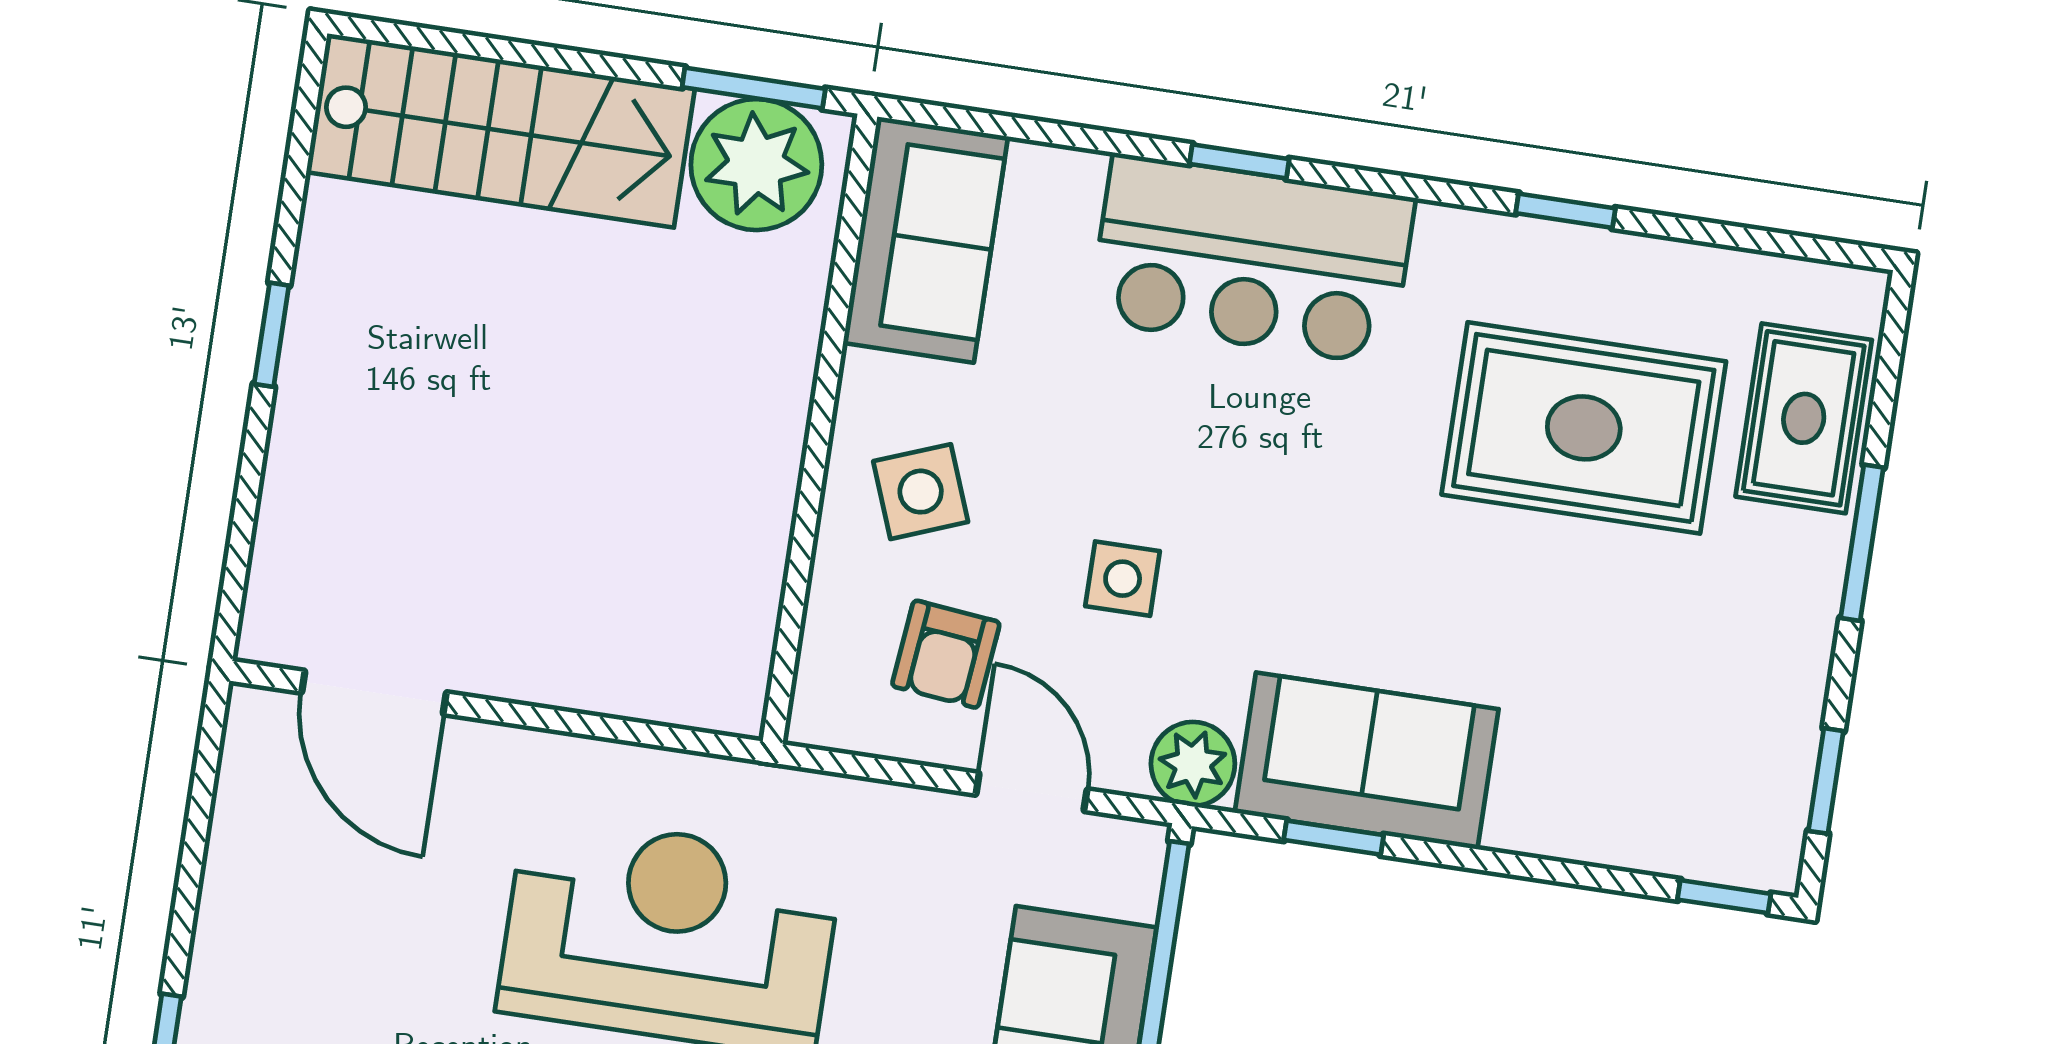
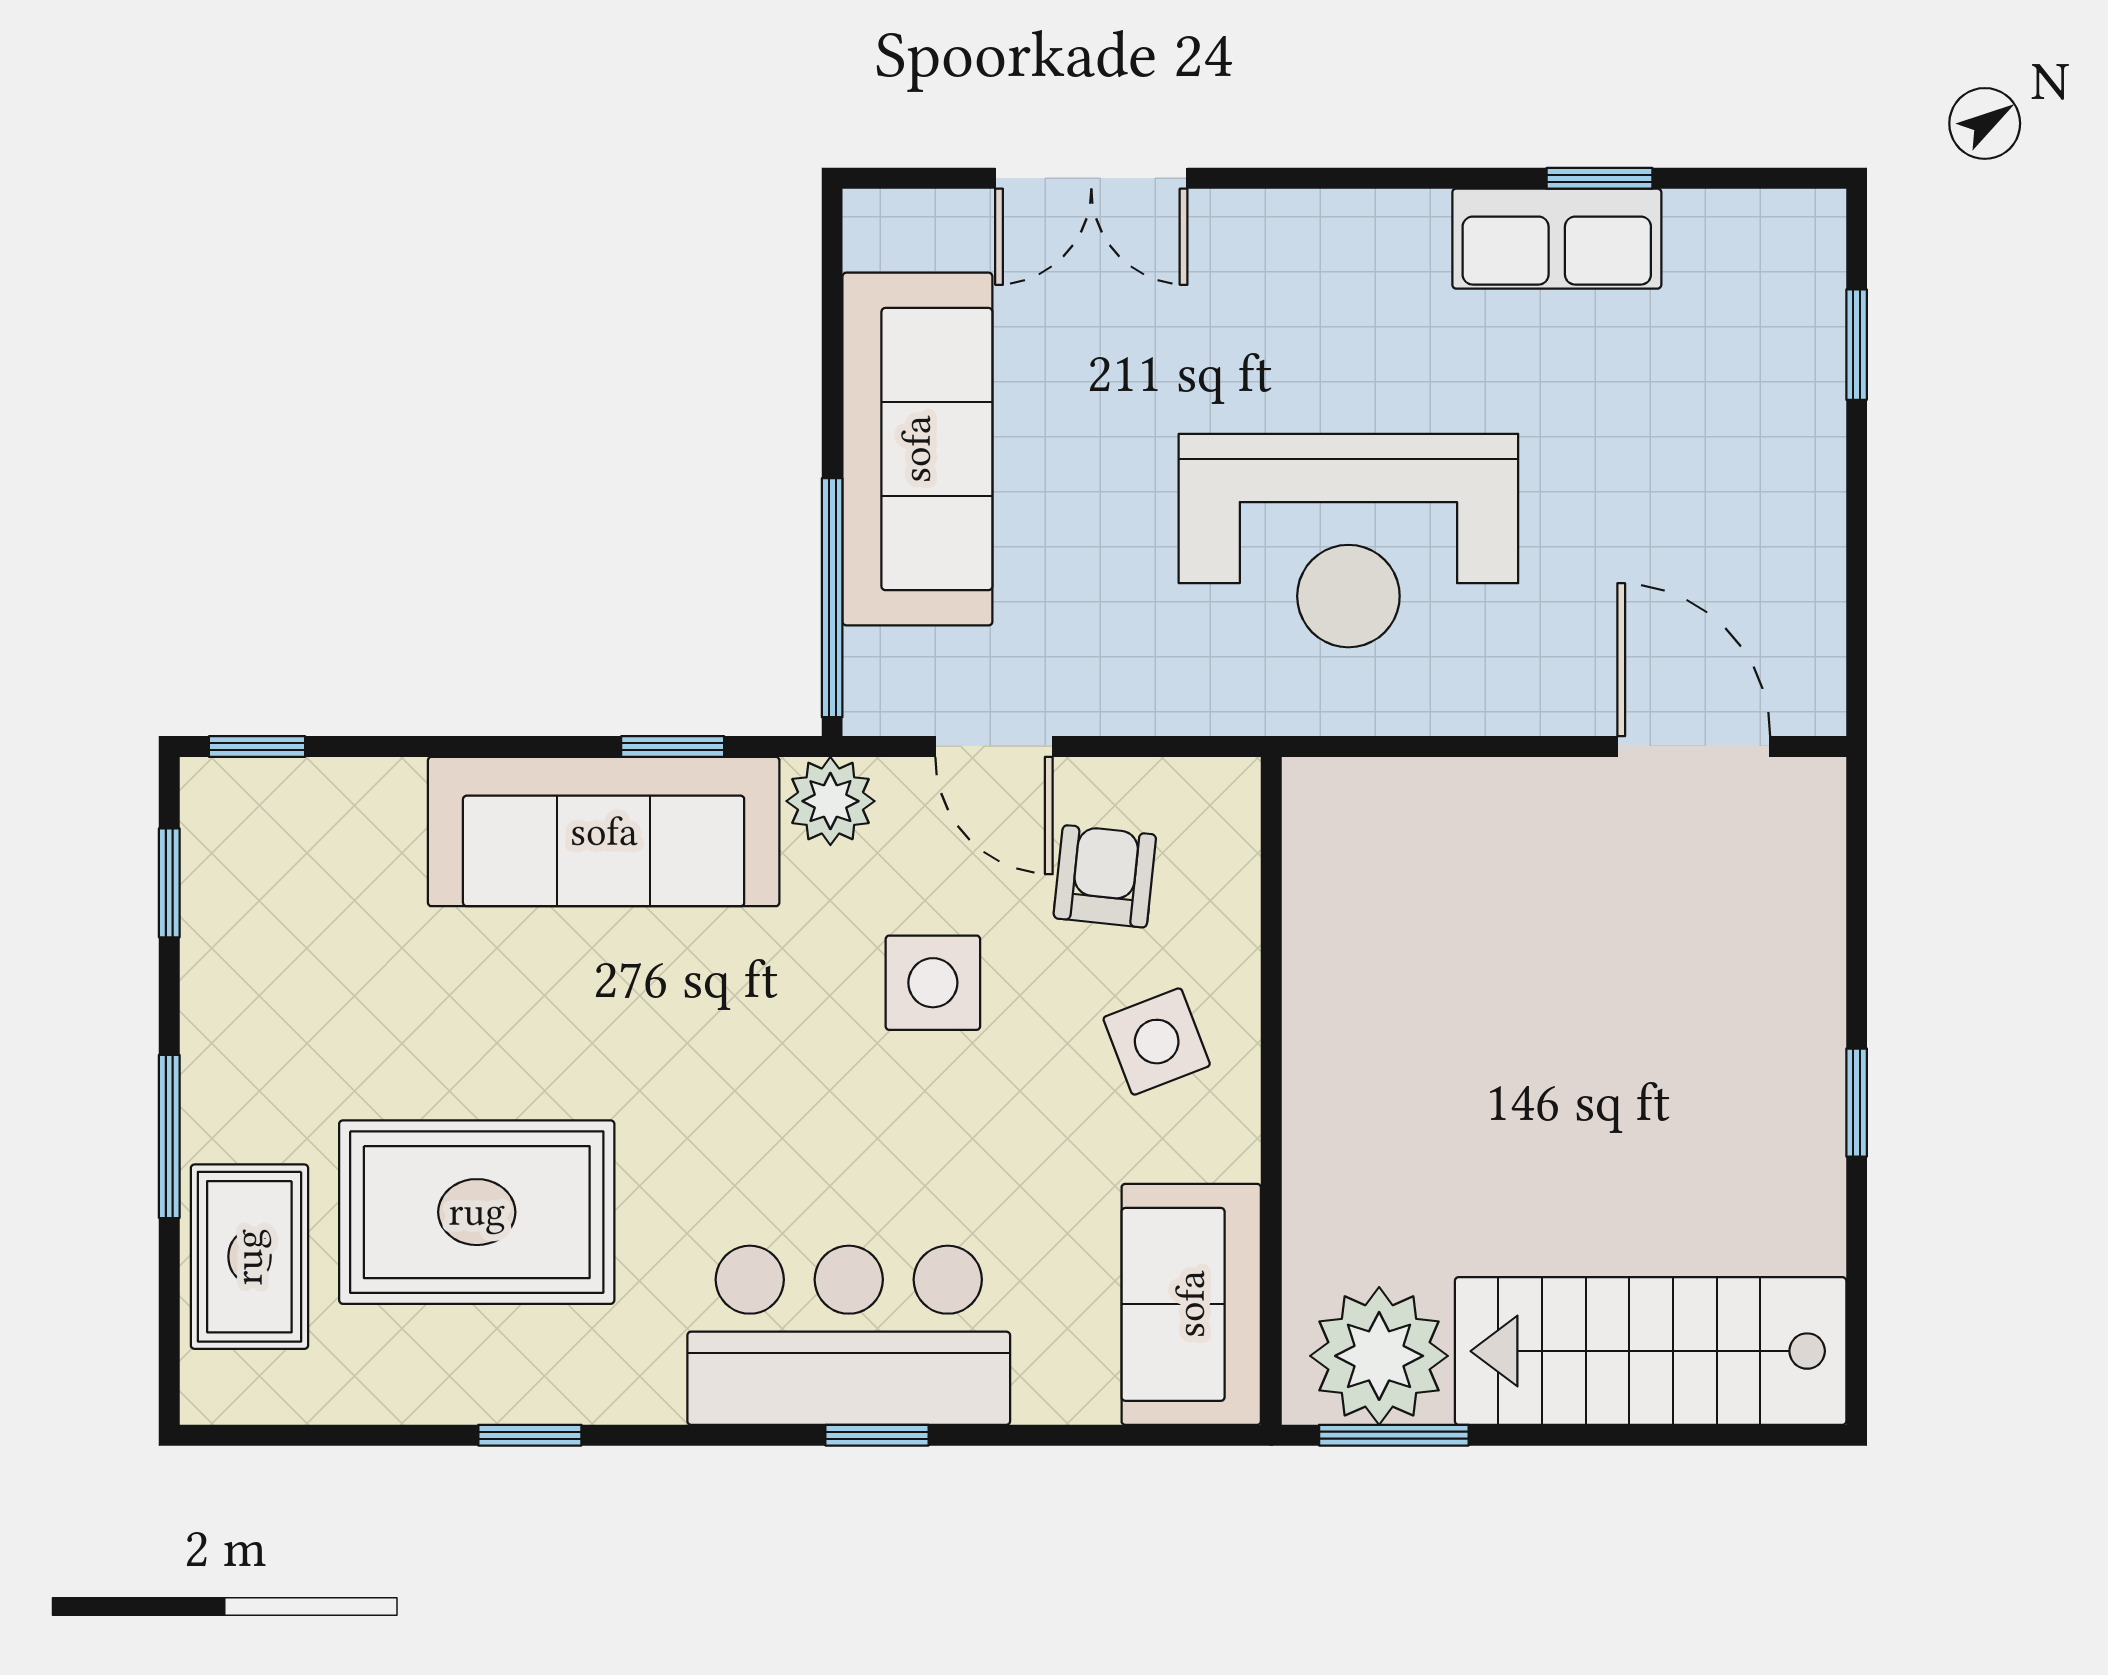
side table: (1123, 579) -> (933, 983), width x1.37, depth x1.37
sofa: (1367, 761) -> (604, 832), width x1.36

